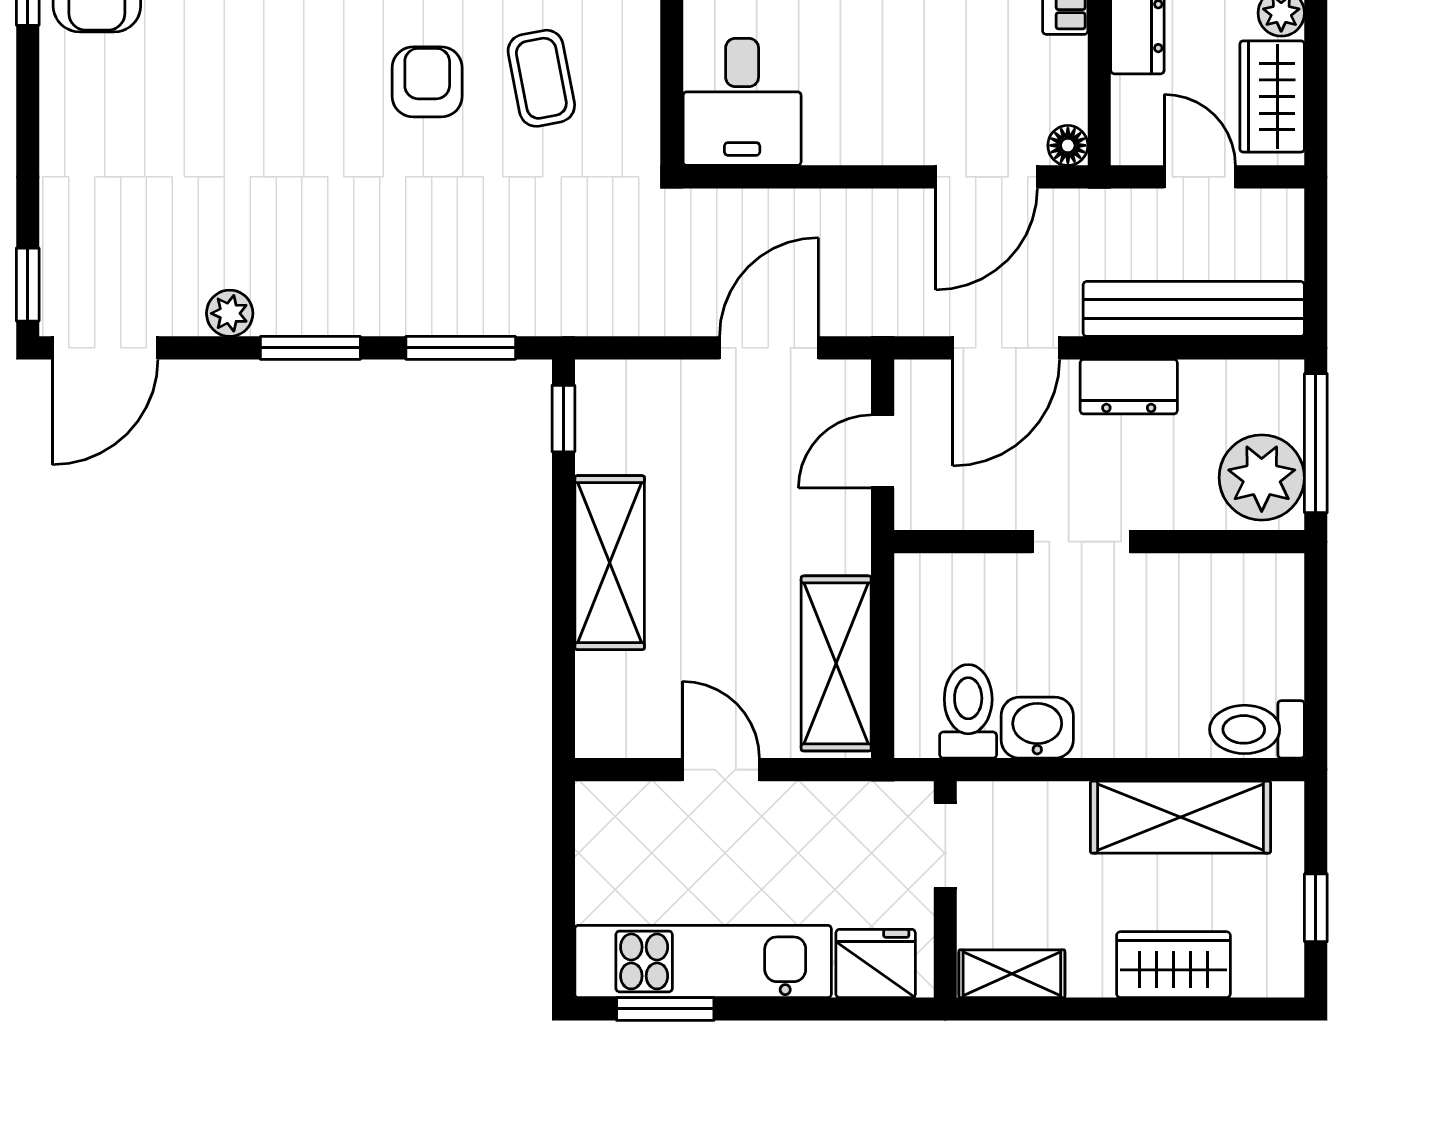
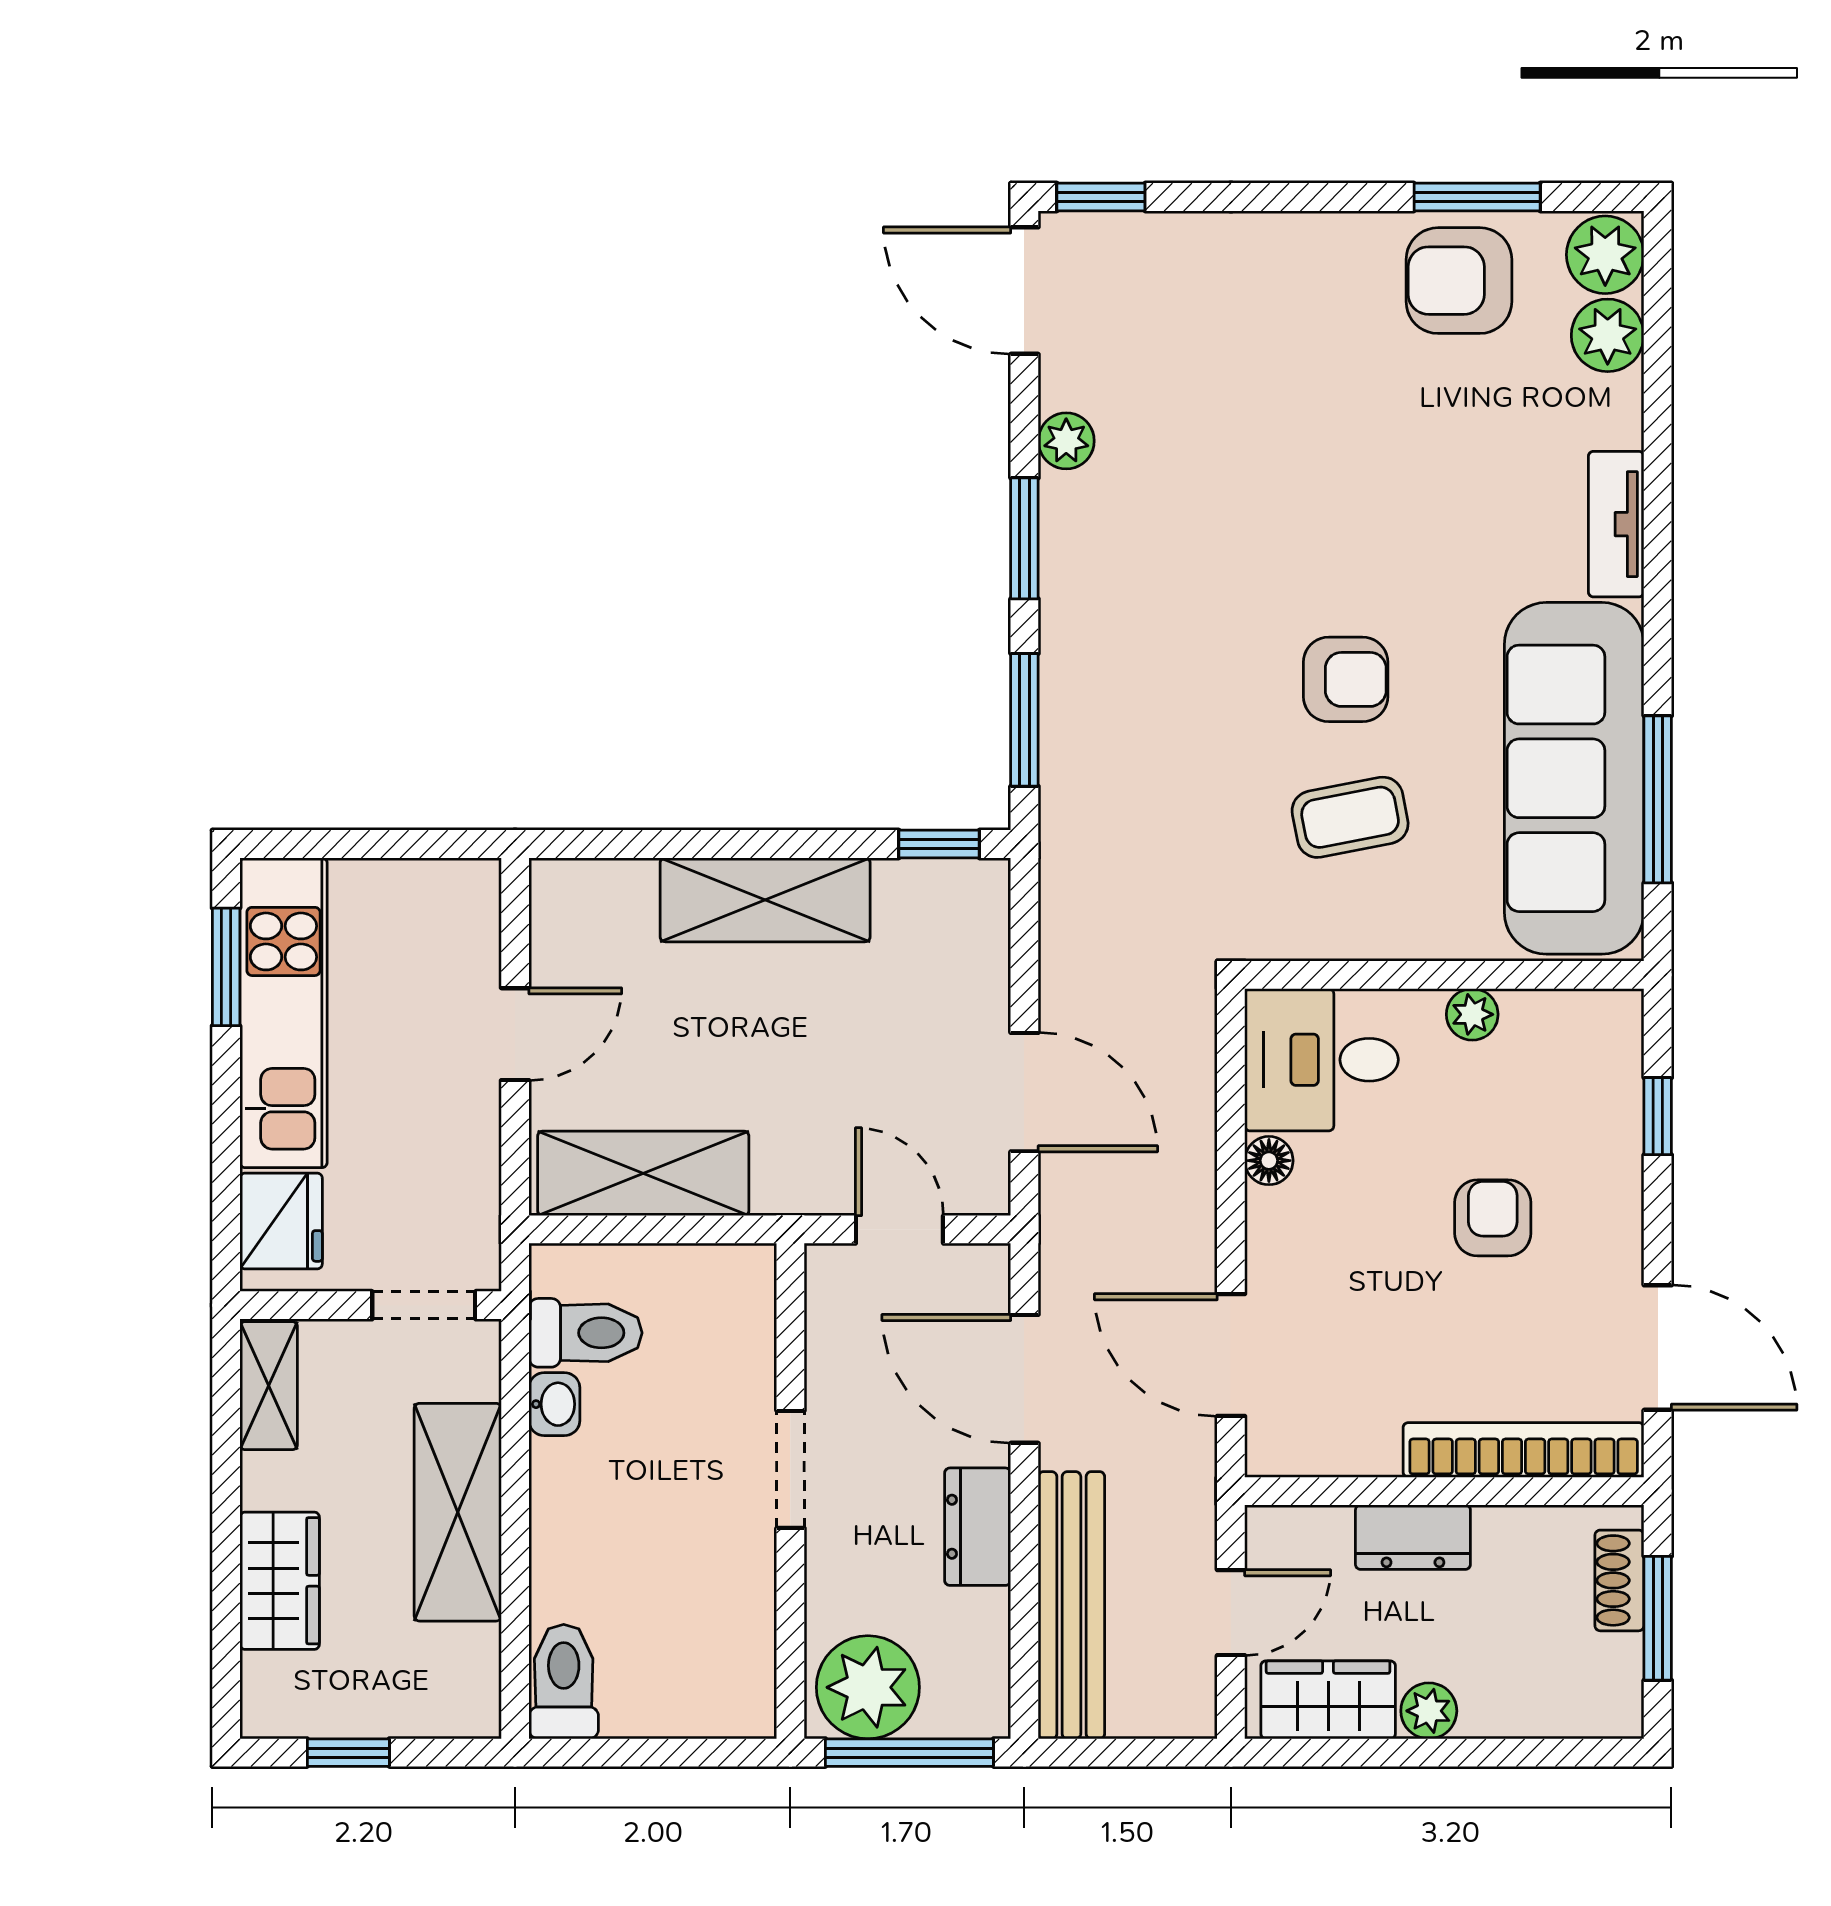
floor lamp: (1068, 145) -> (1269, 1161), moved
washbasin: (1037, 728) -> (554, 1404), width x0.72, depth x0.69
shelving: (1181, 817) -> (458, 1512), moved

